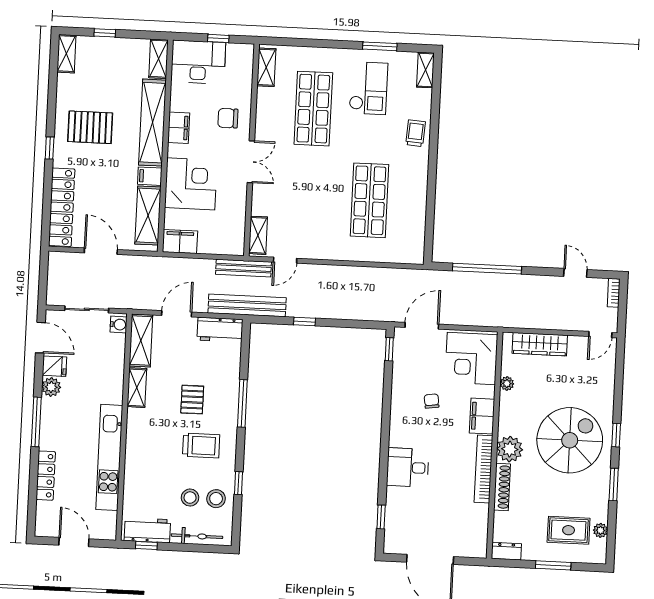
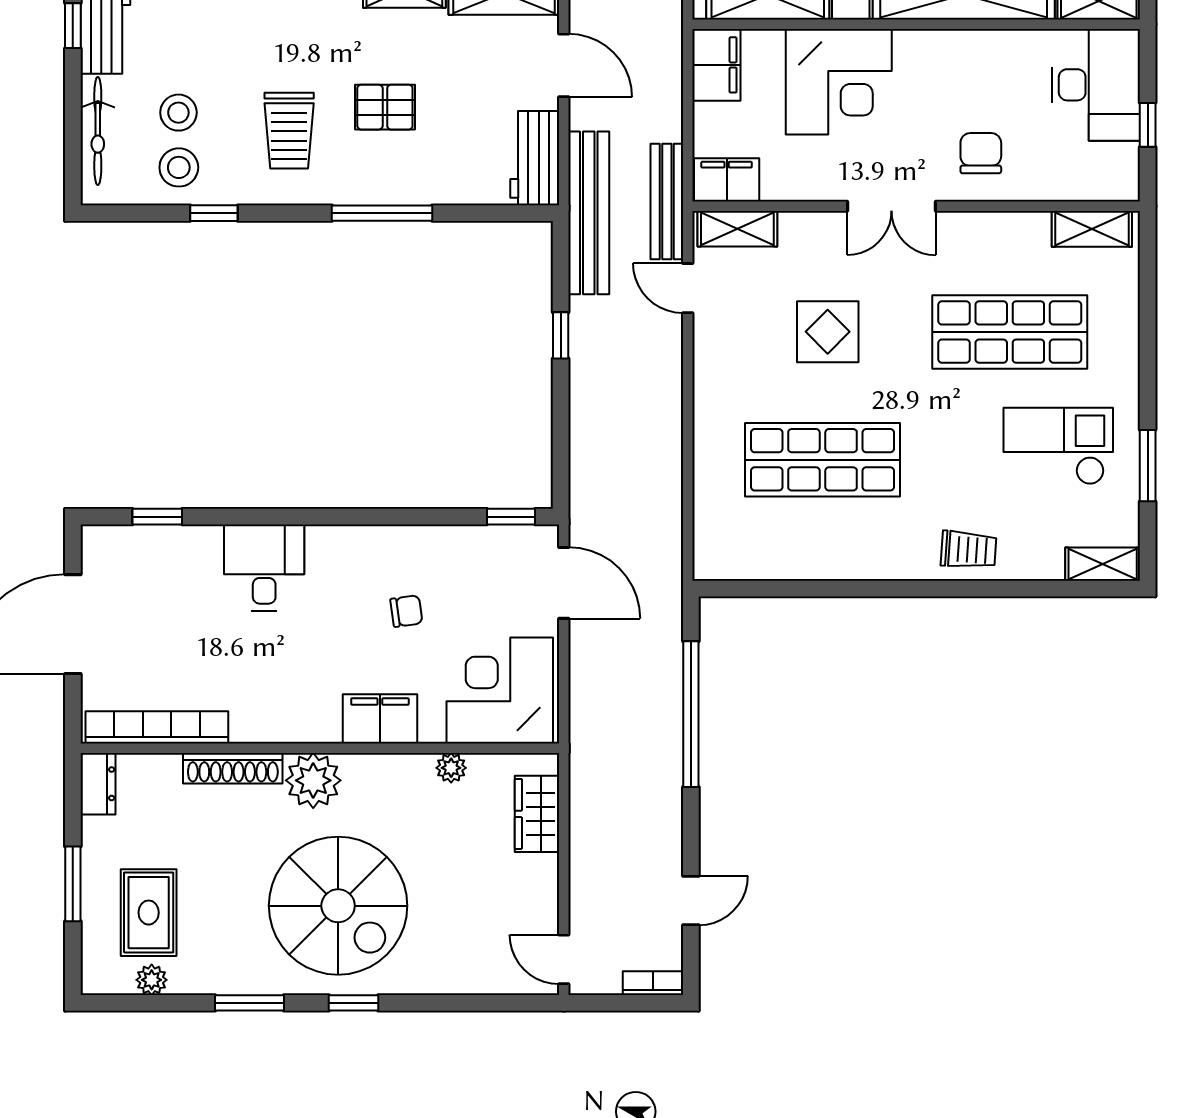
checkout: (368, 88) -> (1058, 446), turned 180
filing cabinet: (179, 128) -> (727, 180), moved, turned 180
display table: (309, 195) -> (828, 332), added
wardrobe: (540, 344) -> (537, 814), width x0.67
bookcase: (484, 469) -> (157, 727), moved

